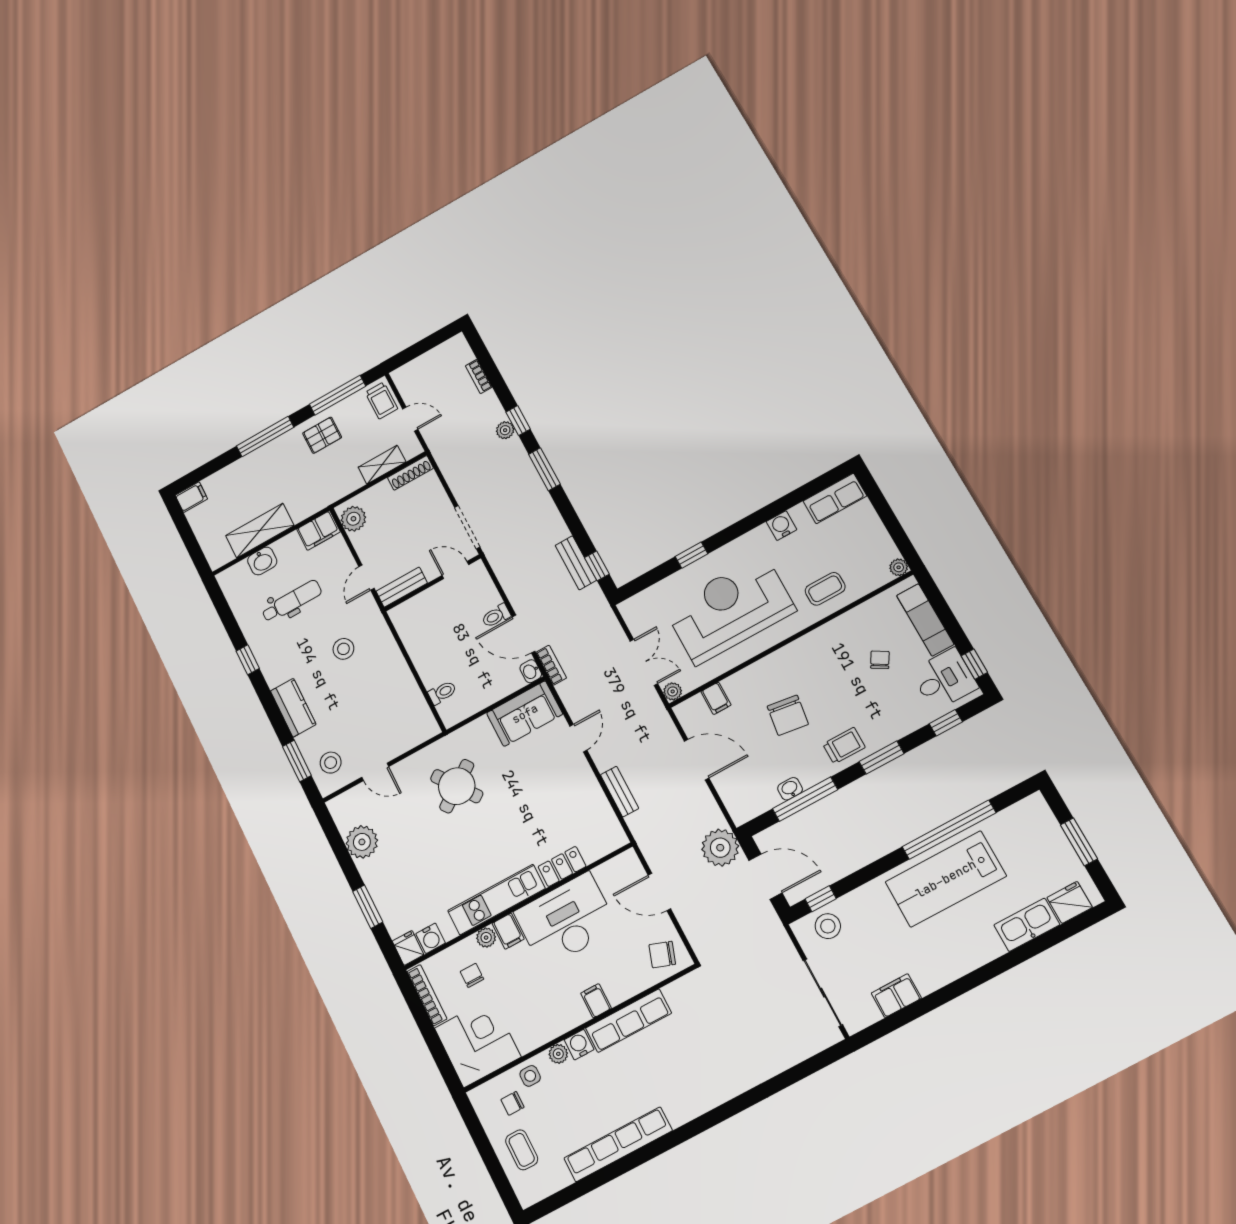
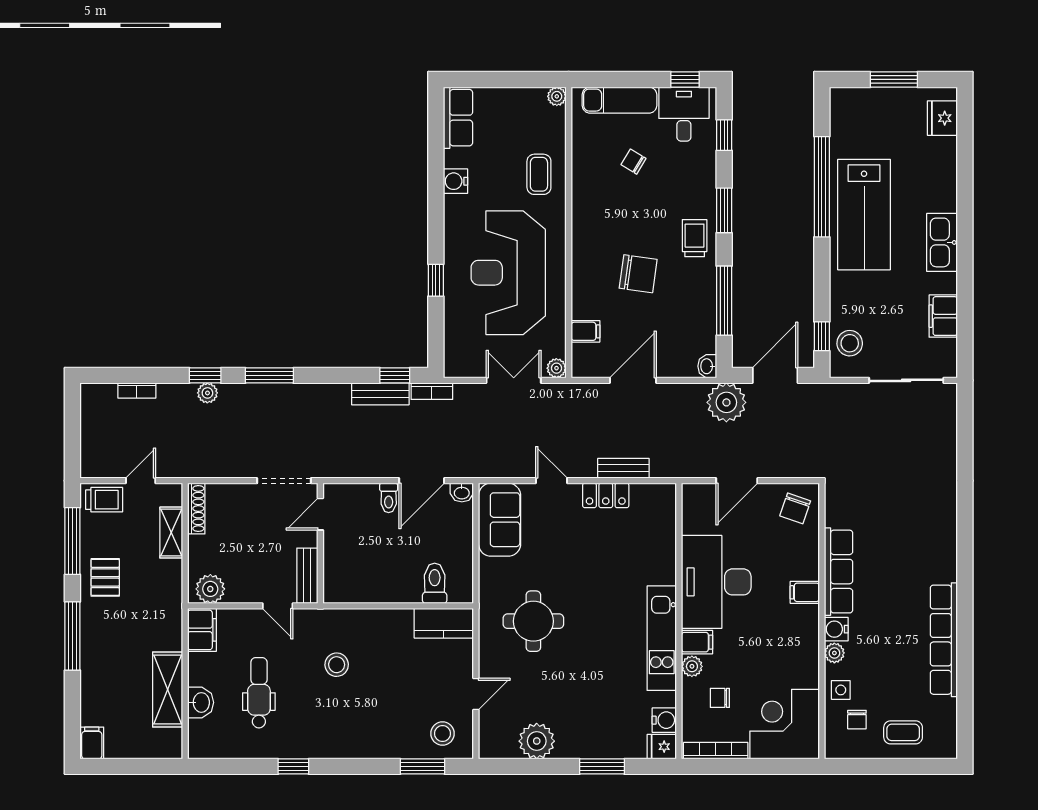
bookcase: (551, 665) -> (432, 391), moved, turned 180
toilet: (442, 693) -> (435, 583), width x1.37, depth x1.39
kitchen counter: (293, 708) -> (444, 623), moved, turned 180
round table: (457, 786) -> (533, 621), turned 36
washbasin: (790, 789) -> (707, 366), moved
locker: (562, 866) -> (606, 495), moved, turned -90
kitchen sink: (1027, 925) -> (942, 242), moved

